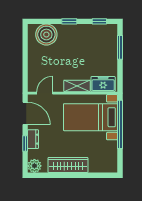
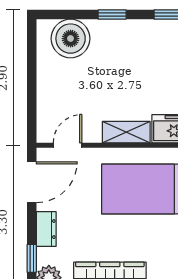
door: (25, 113) -> (32, 182), hinge flipped
window: (25, 144) -> (32, 258), moved

